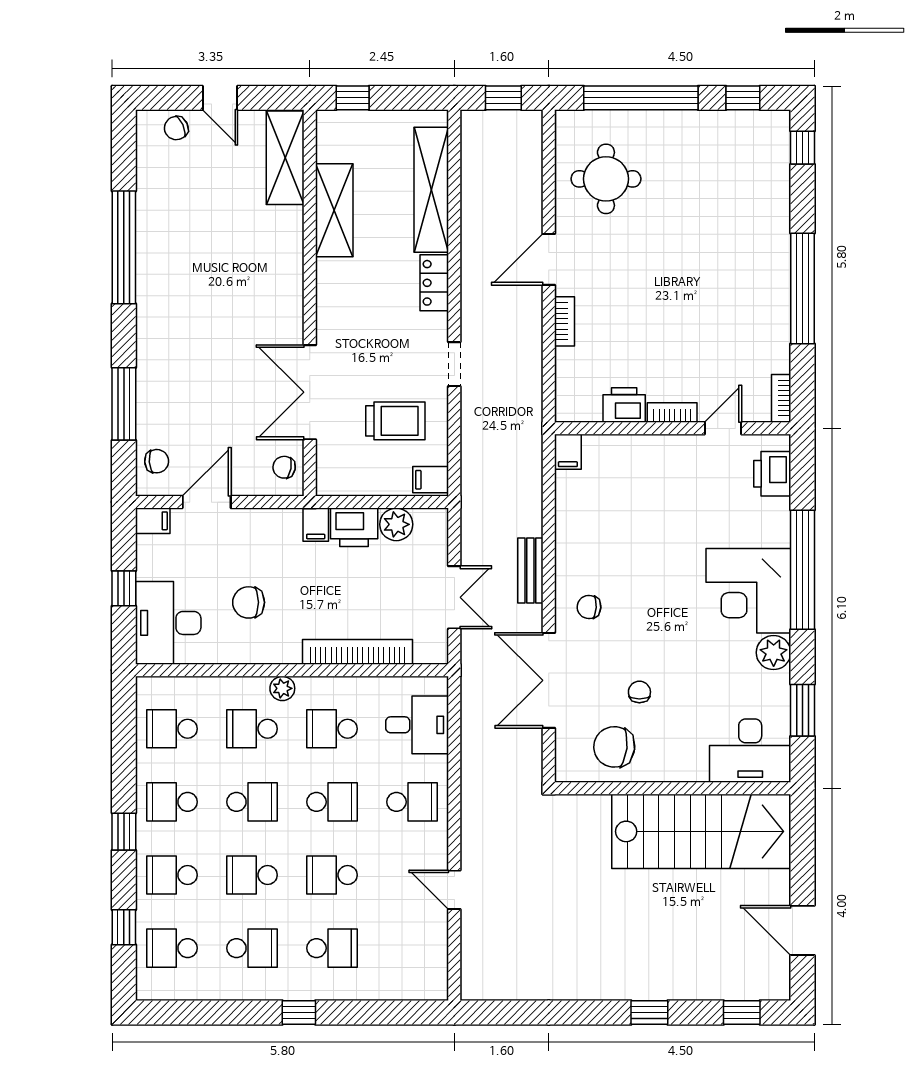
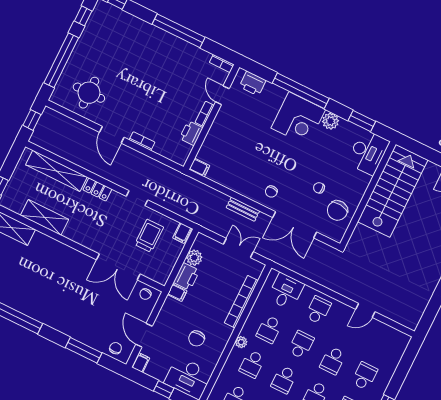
school desk: (252, 802) -> (284, 380), turned 180

